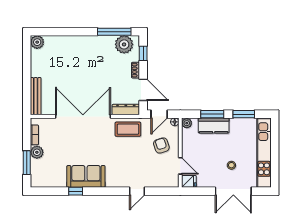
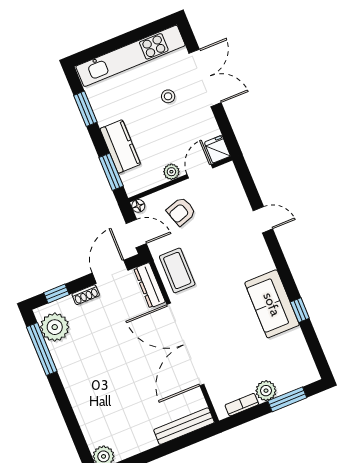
window: (212, 114) -> (111, 172), moved
plant: (187, 123) -> (171, 172), moved

